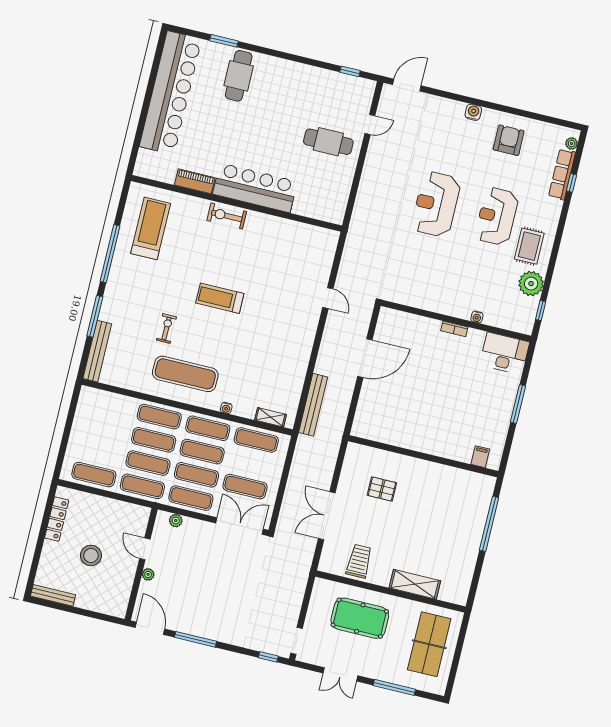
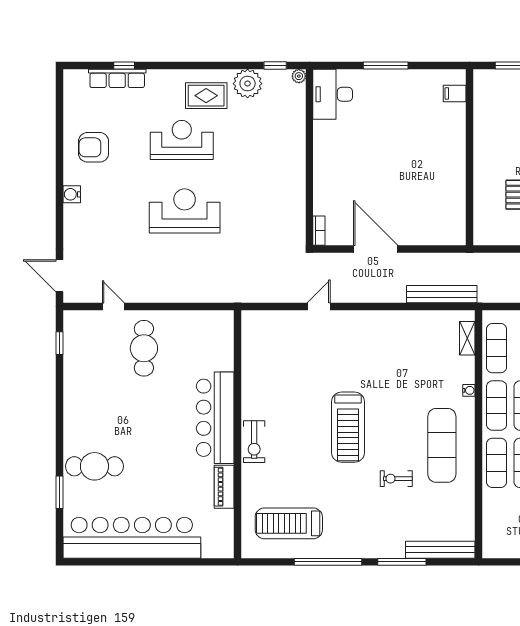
plant: (572, 144) -> (299, 76), moved
reception desk: (436, 204) -> (185, 211), turned 180
reception desk: (497, 216) -> (182, 140), turned 180
treadmill: (220, 298) -> (348, 427), width x1.37, depth x1.38
water cooler: (477, 317) -> (299, 135), removed
bookcase: (454, 329) -> (319, 231), moved

